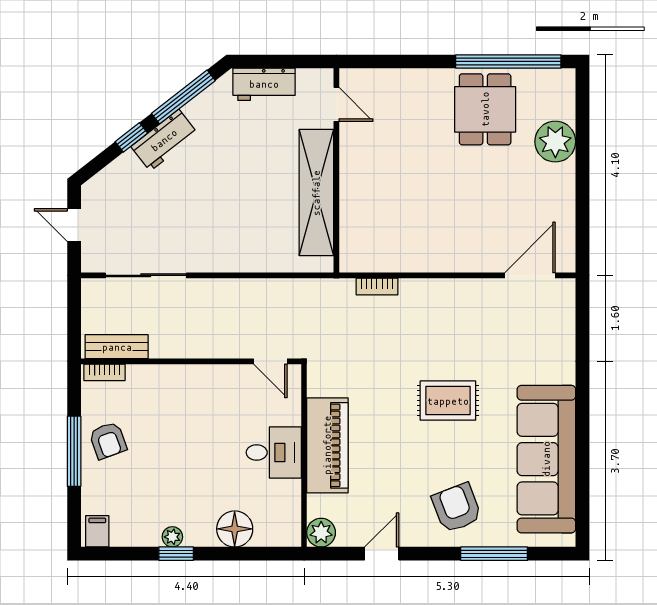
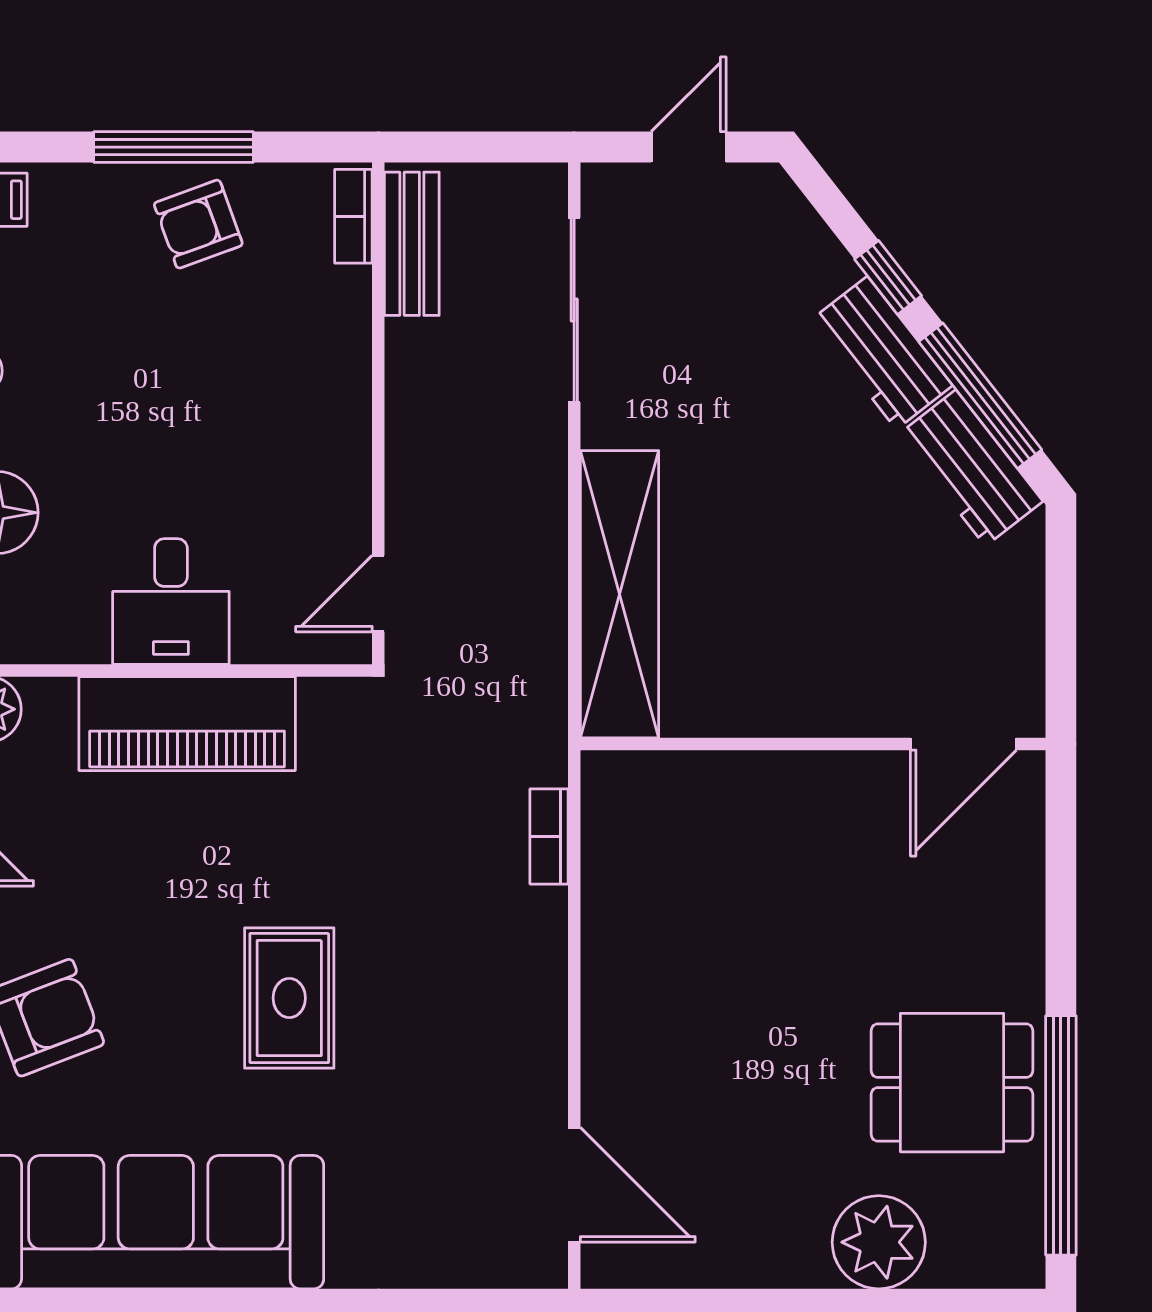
workbench: (264, 84) -> (971, 468), moved, turned -38
door: (336, 104) -> (963, 744), width x1.38
shelving: (316, 193) -> (620, 594), moved, turned 90

